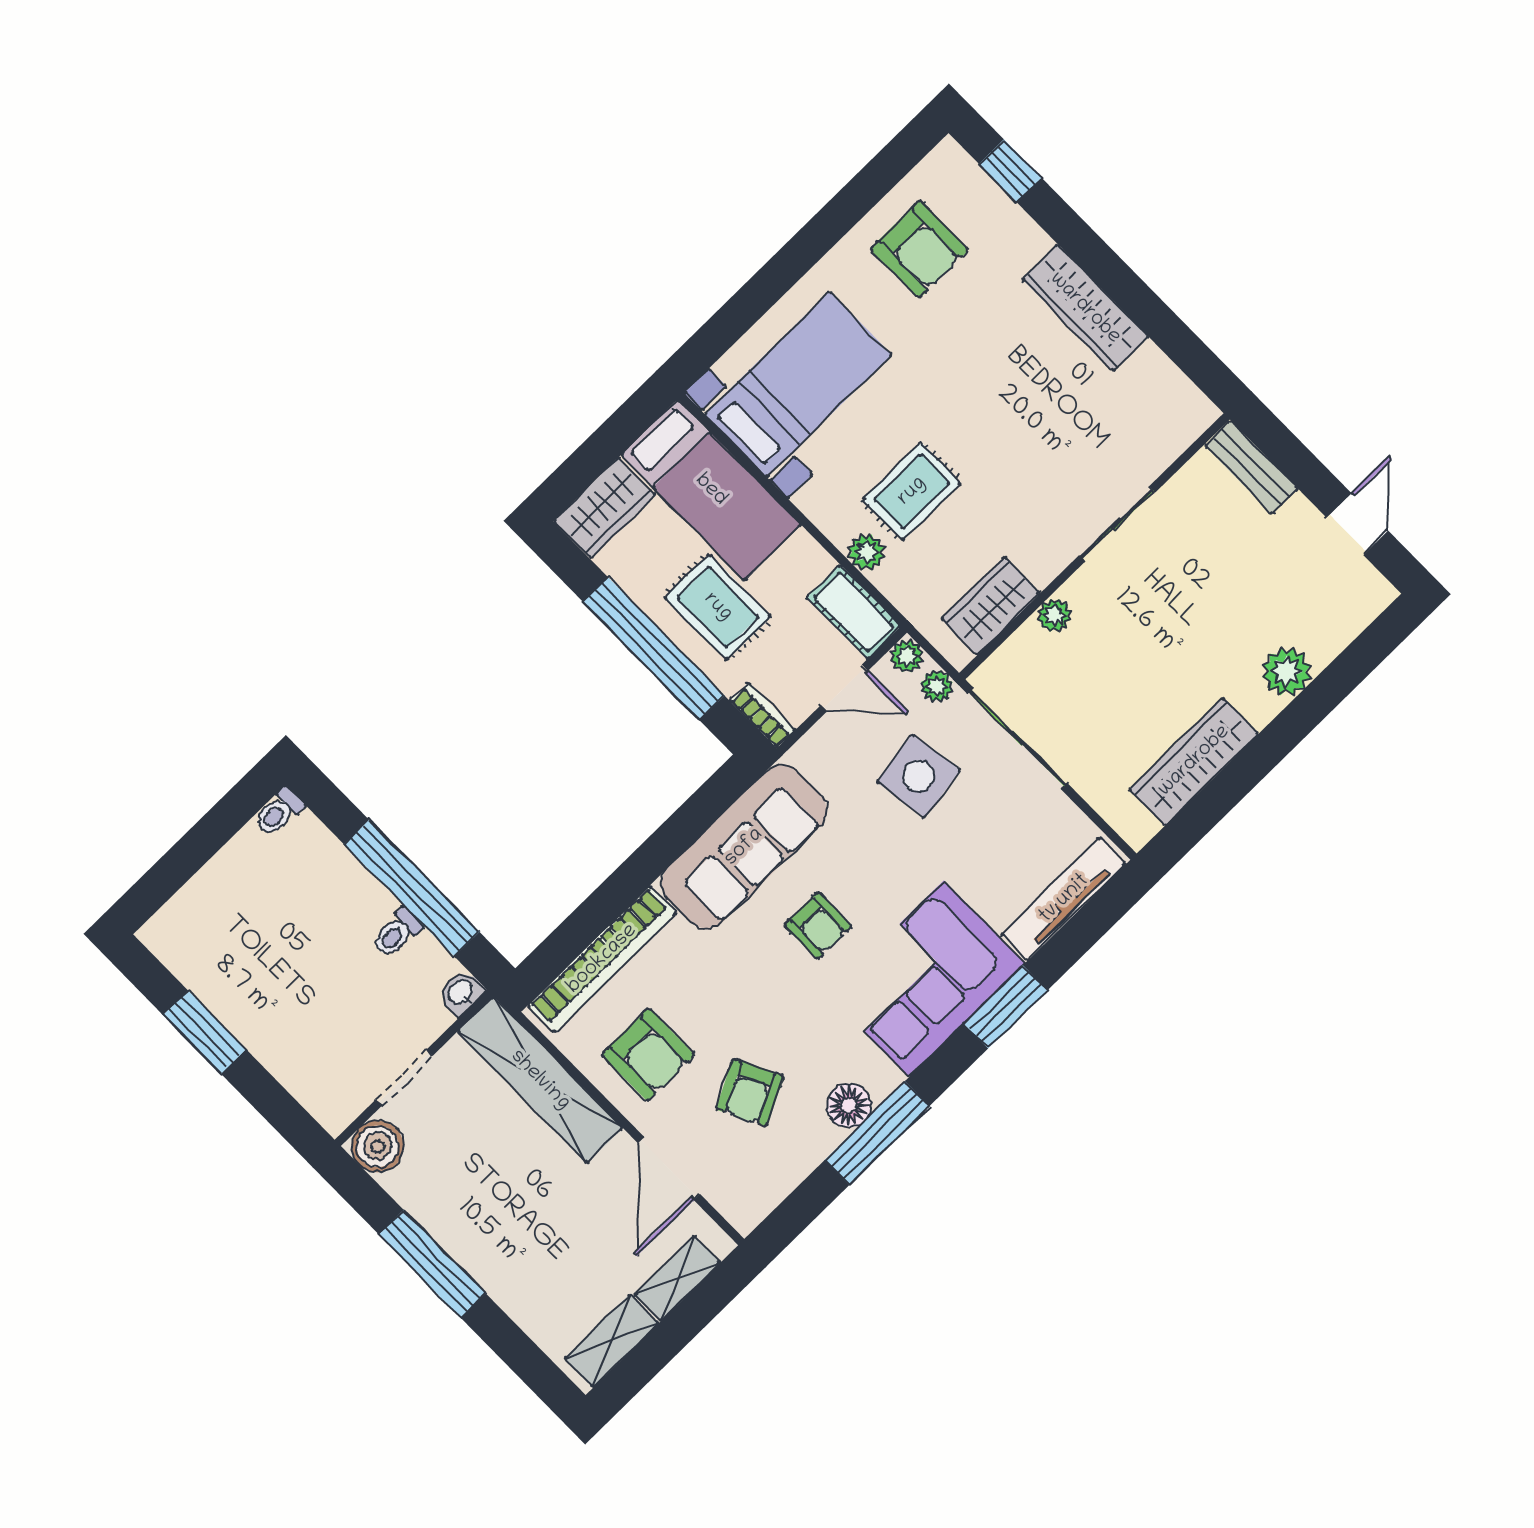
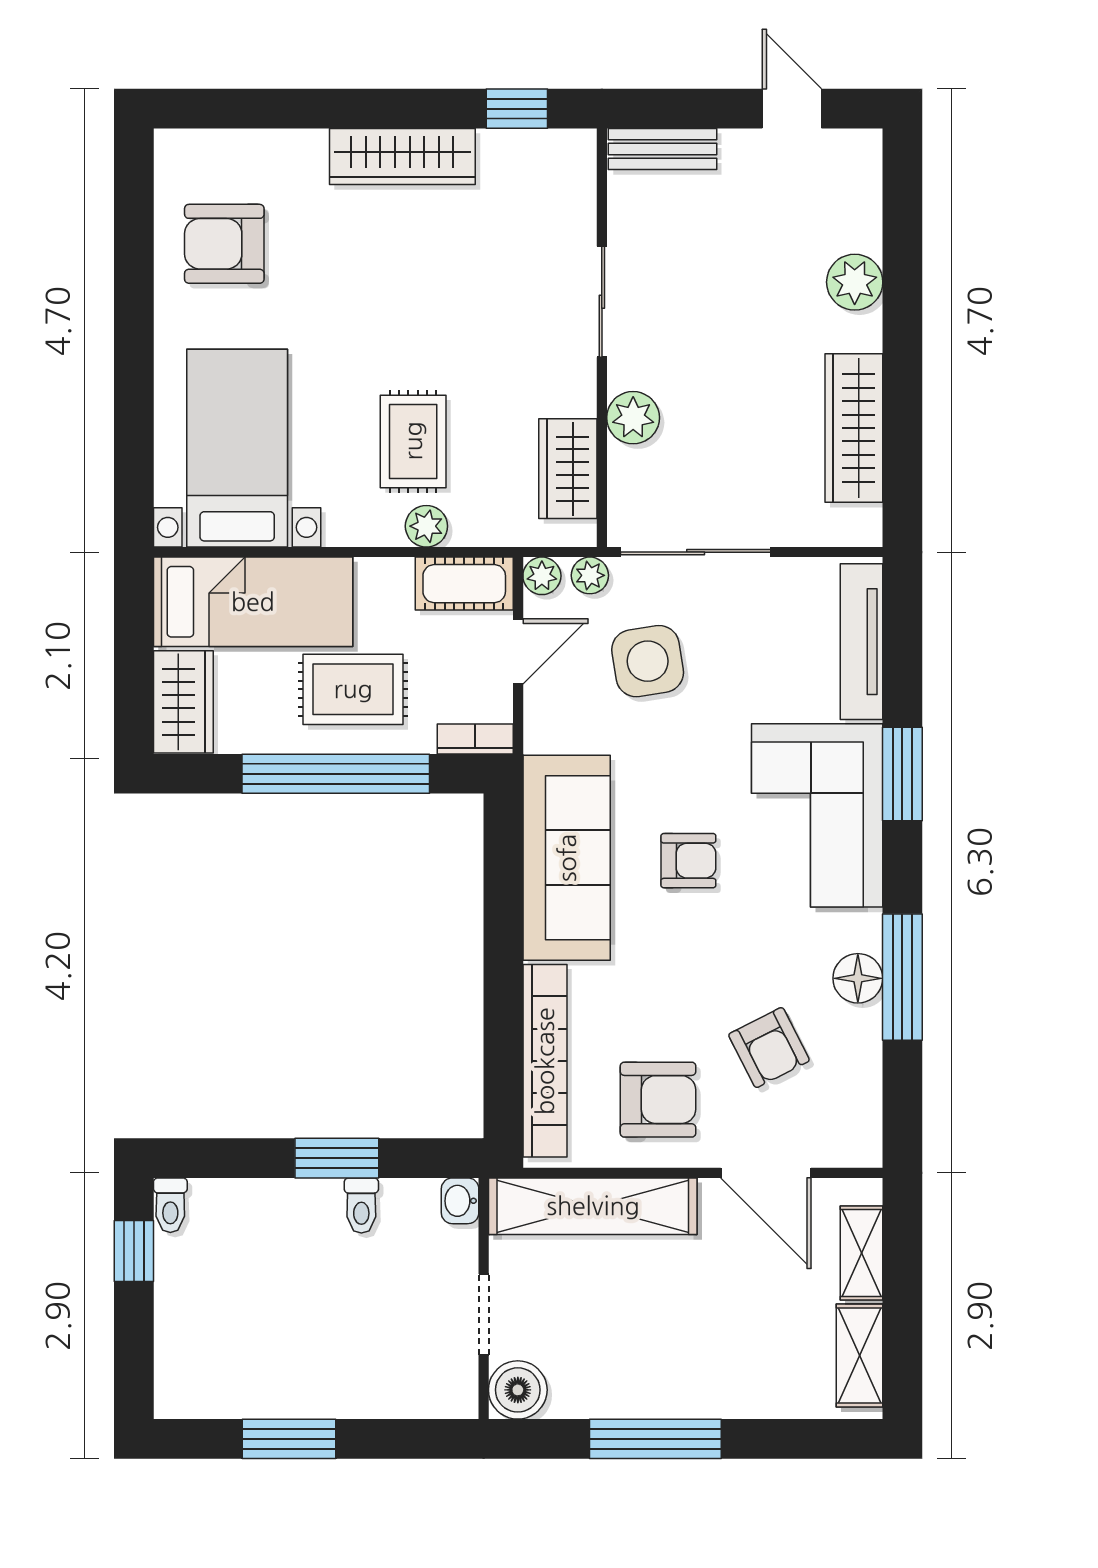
window: (1010, 171) -> (517, 109), moved
armchair: (919, 249) -> (224, 244), turned 180
plant: (1054, 615) -> (633, 418), width x1.38, depth x1.38
window: (227, 817) -> (134, 1251), added
window: (412, 888) -> (337, 1158), width x0.47

